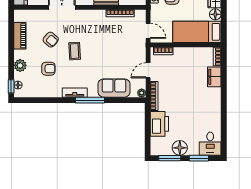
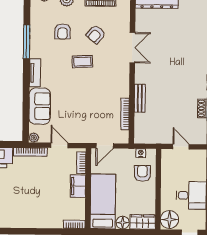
filing cabinet: (214, 77) -> (78, 186), moved, turned -90
tv unit: (75, 93) -> (35, 73), moved
window: (90, 100) -> (27, 42), moved

